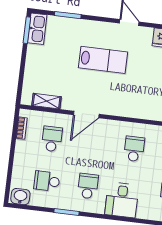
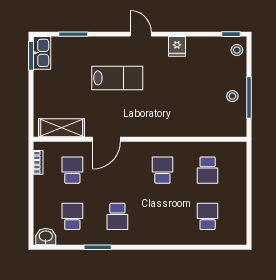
shelving: (47, 101) -> (62, 128), width x1.50, depth x1.33
school desk: (47, 181) -> (72, 216), turned 90
school desk: (88, 186) -> (117, 216), turned 180
desk: (122, 200) -> (156, 227), removed

